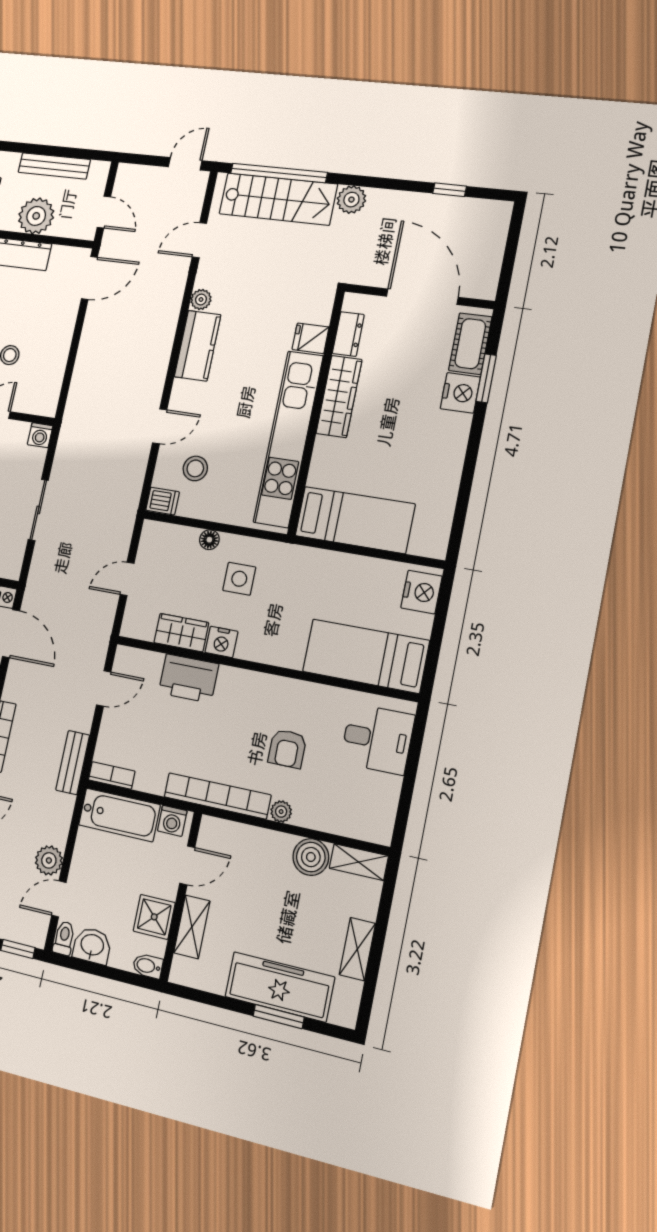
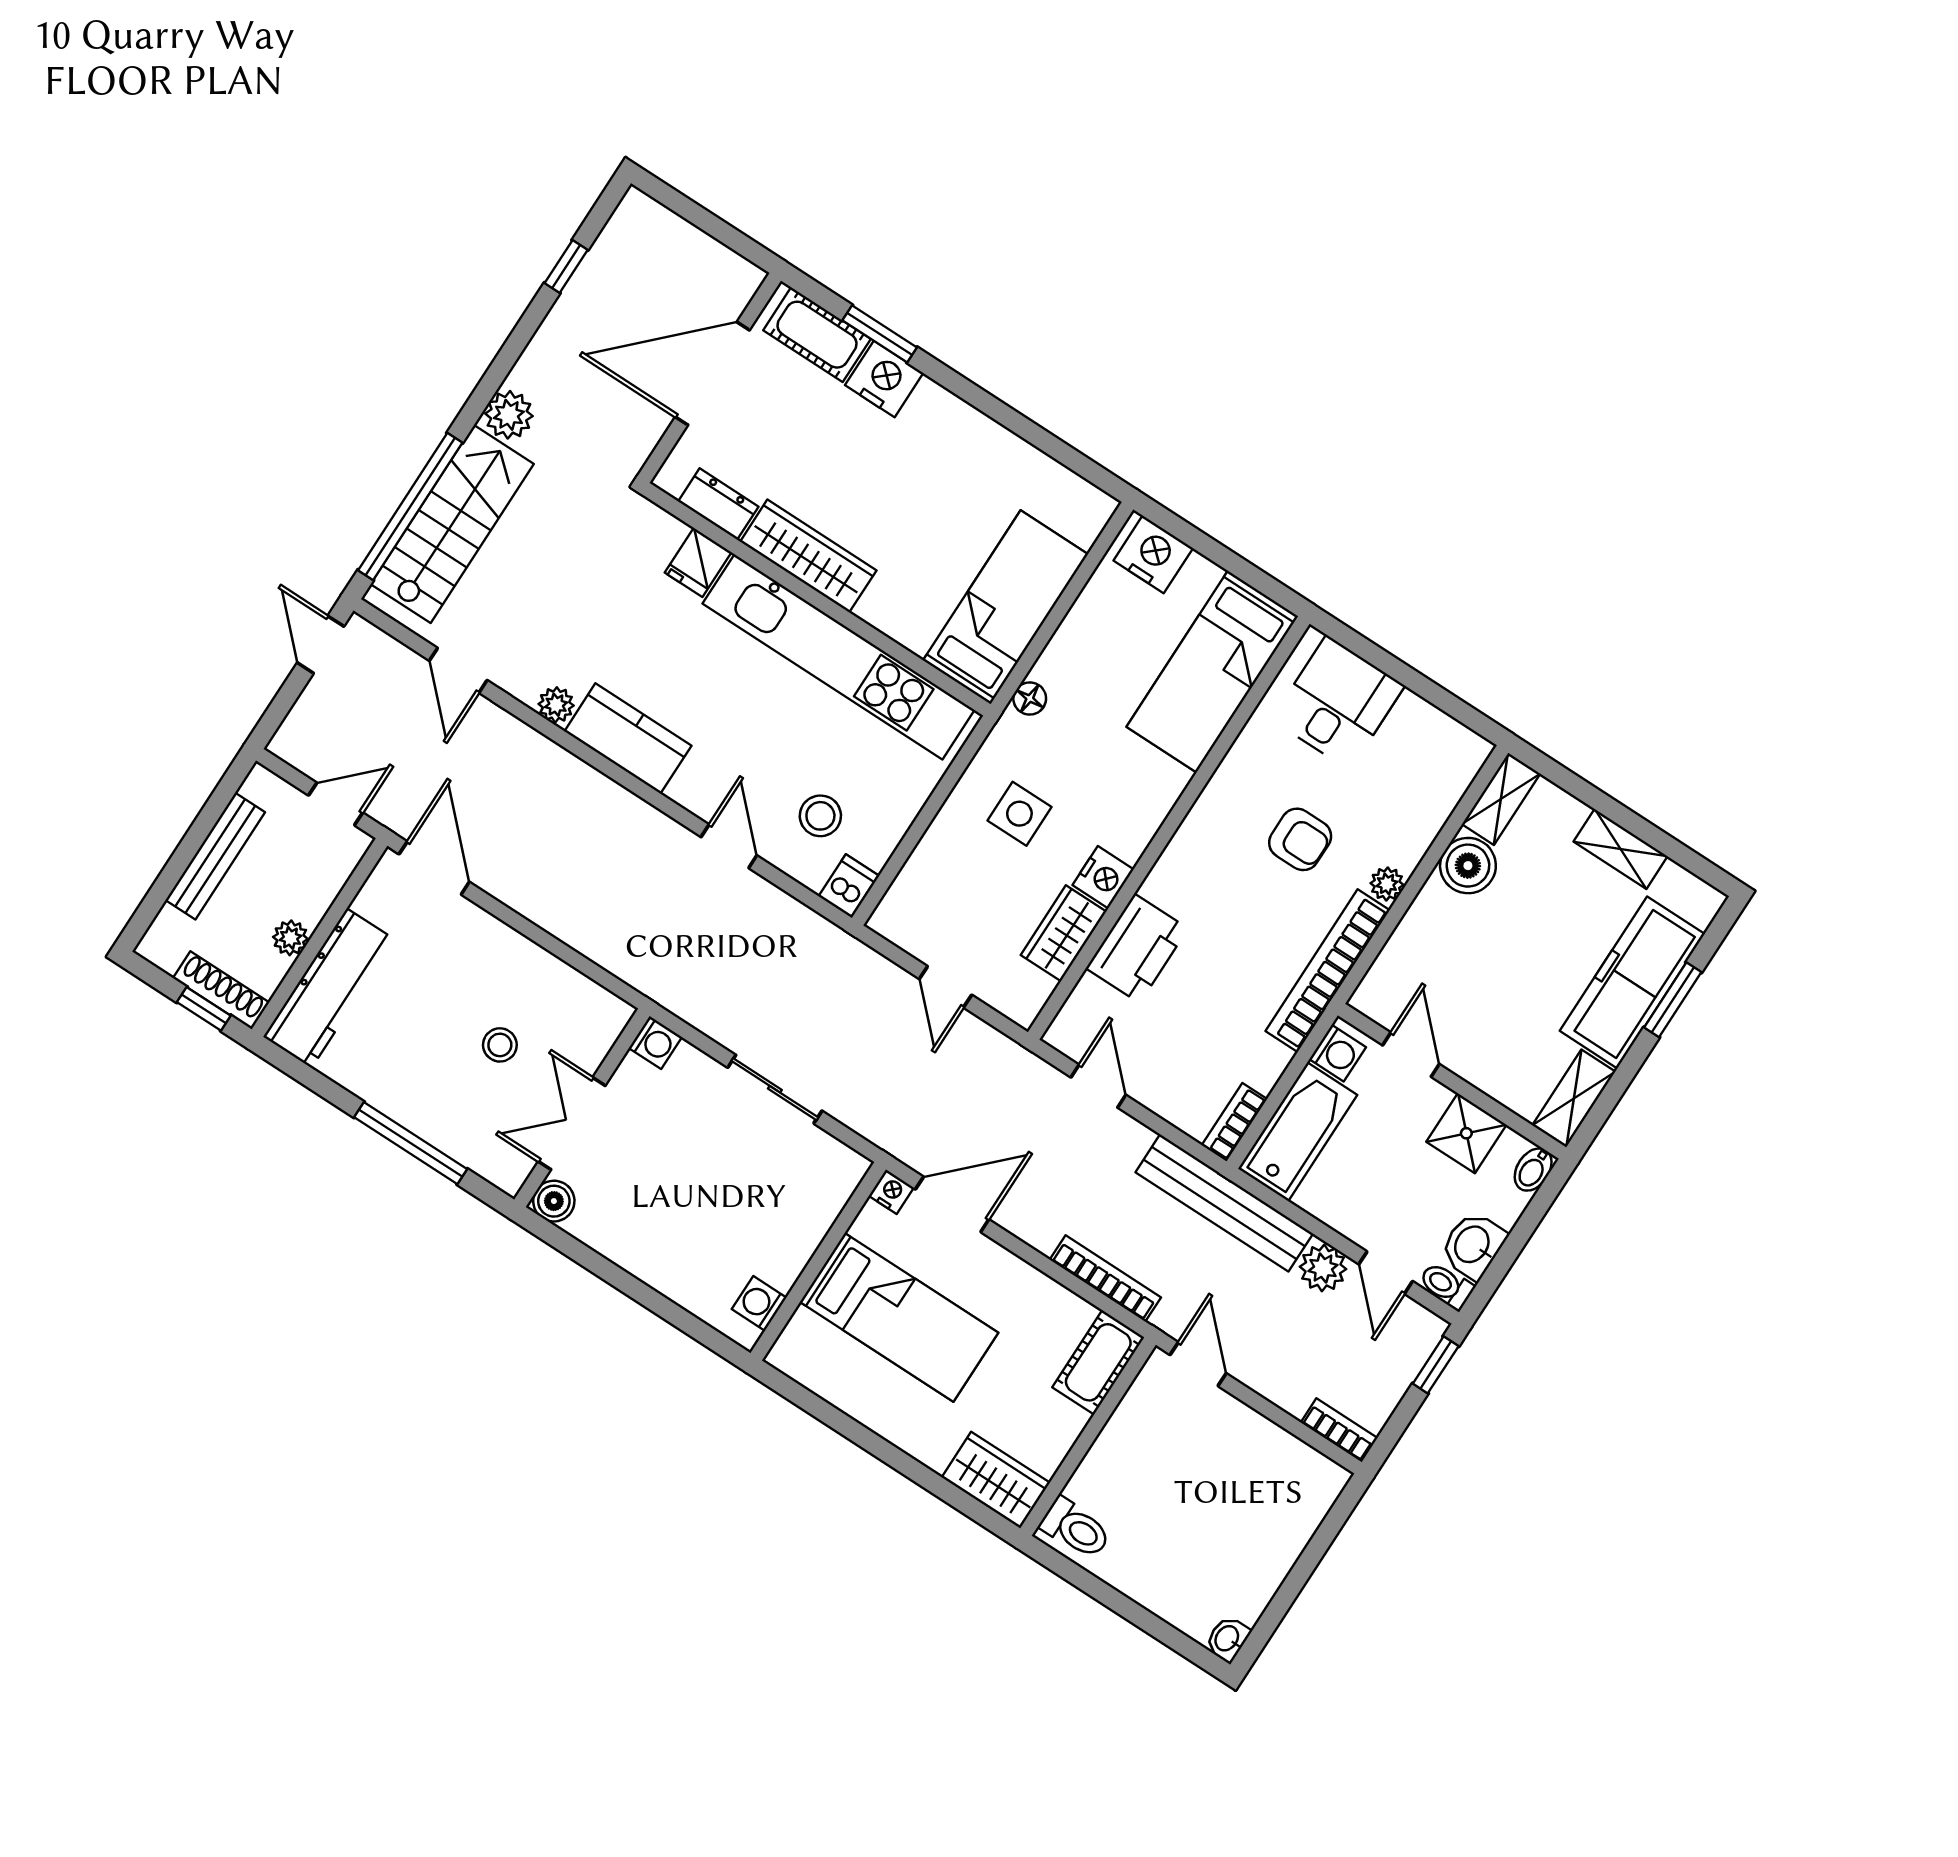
plant: (36, 216) -> (290, 938), width x0.53, depth x0.53
floor lamp: (209, 540) -> (1030, 699), moved
bench: (73, 763) -> (1224, 1203), width x1.86, depth x1.21
shelving: (192, 927) -> (1574, 1098), moved, turned 90

